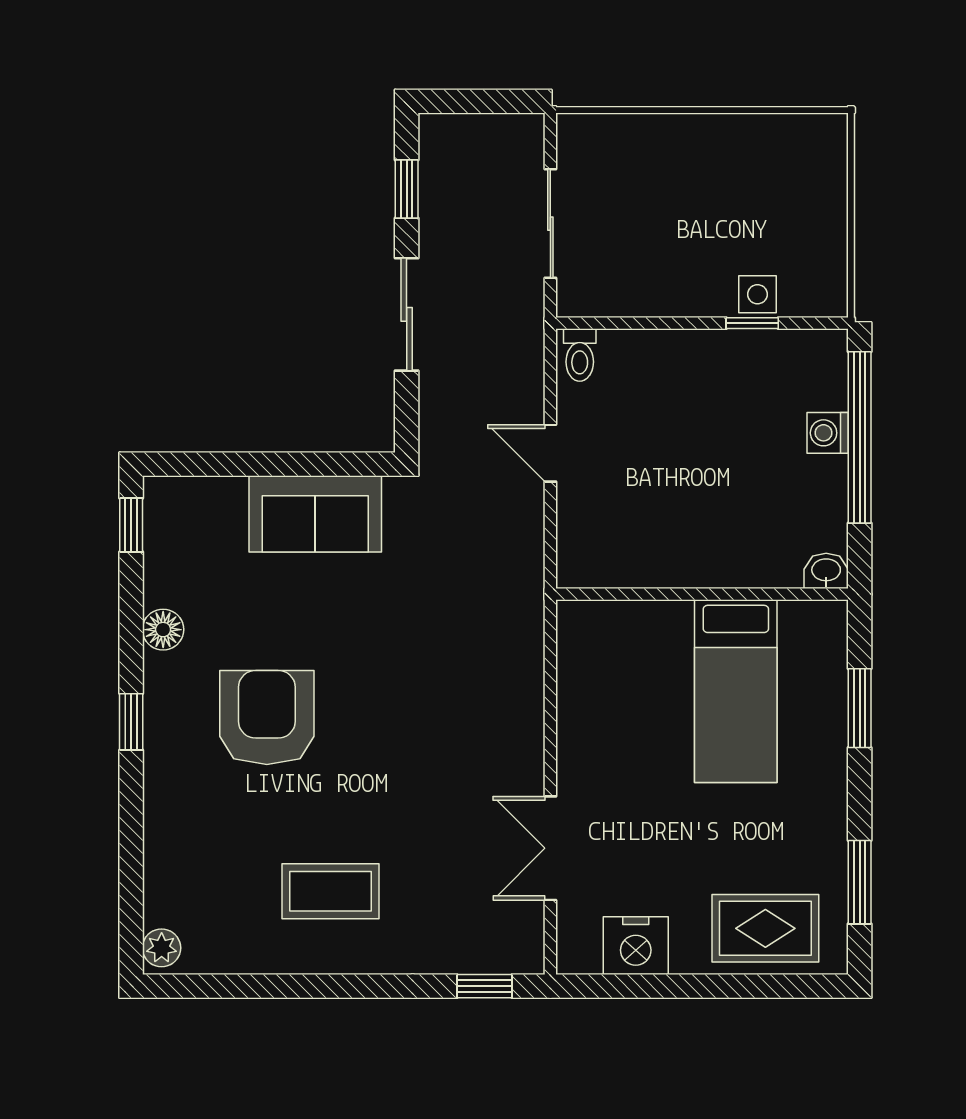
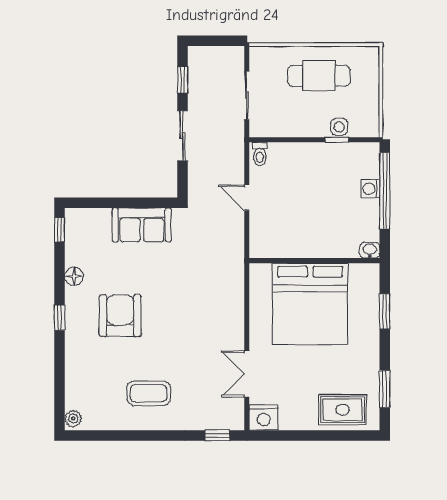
cafe table: (712, 180) -> (319, 76), added
bed: (736, 691) -> (310, 304), width x2.04
nightstand: (636, 946) -> (264, 417), moved

